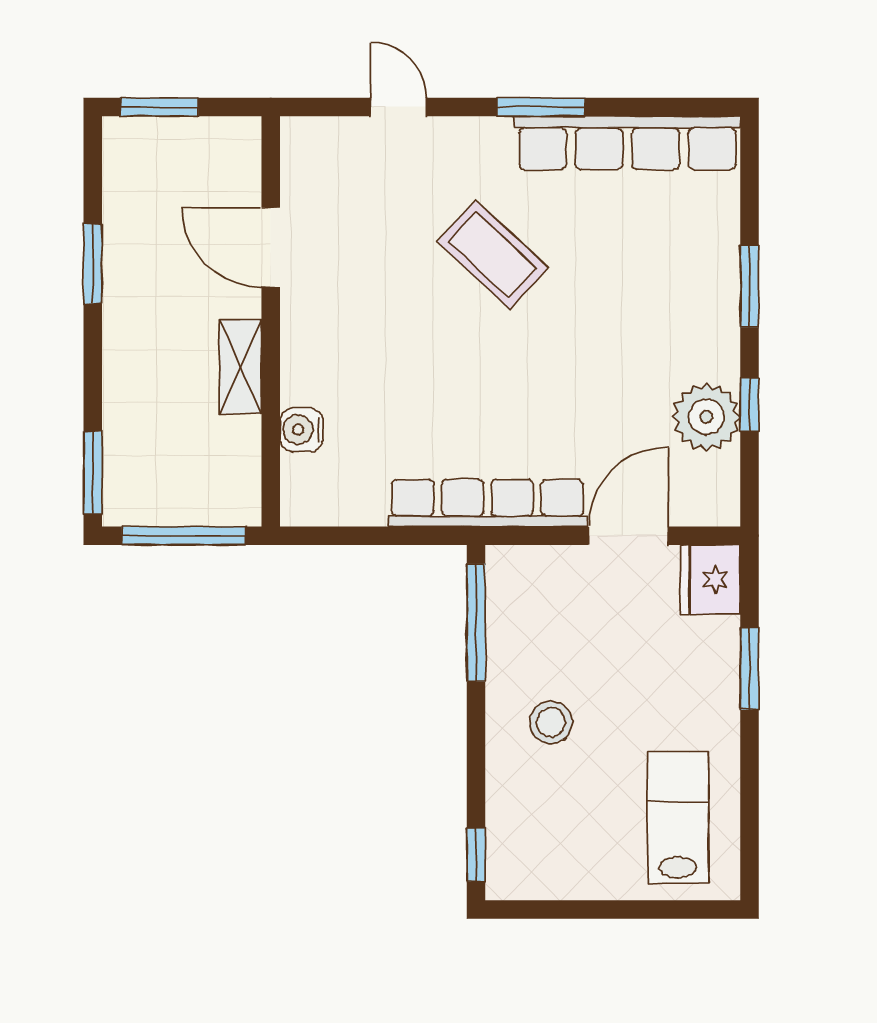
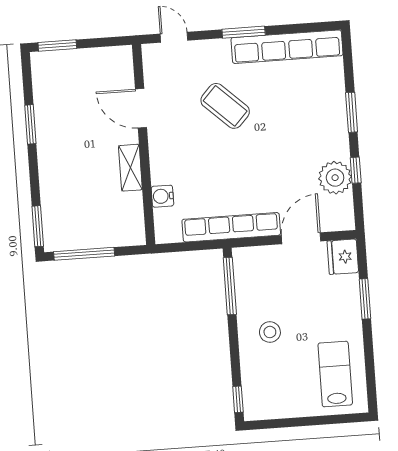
door: (271, 247) -> (141, 108), moved
wall: (271, 321) -> (144, 144), moved
shelving: (240, 367) -> (130, 168), moved
water cooler: (301, 430) -> (162, 196), moved

